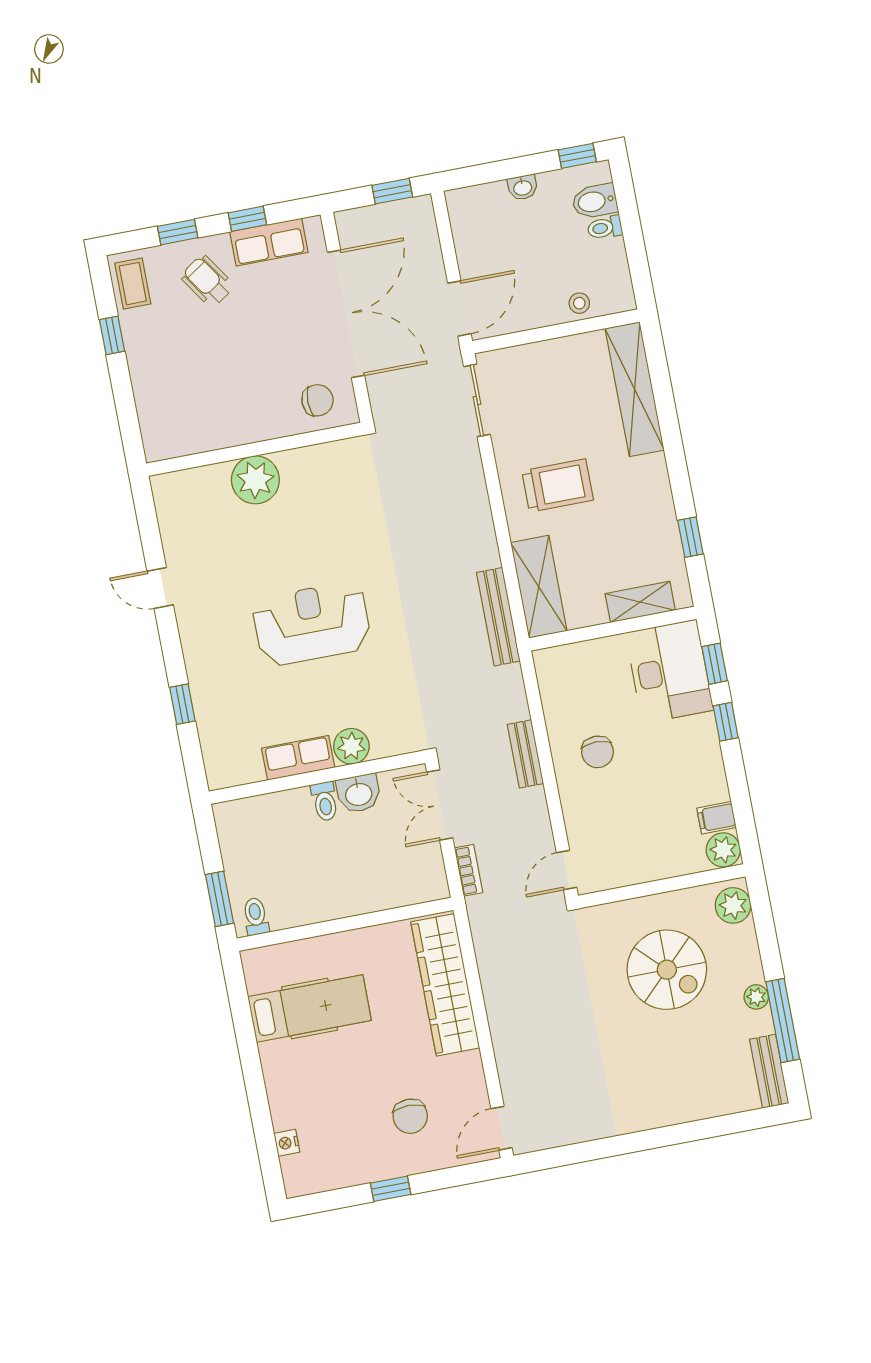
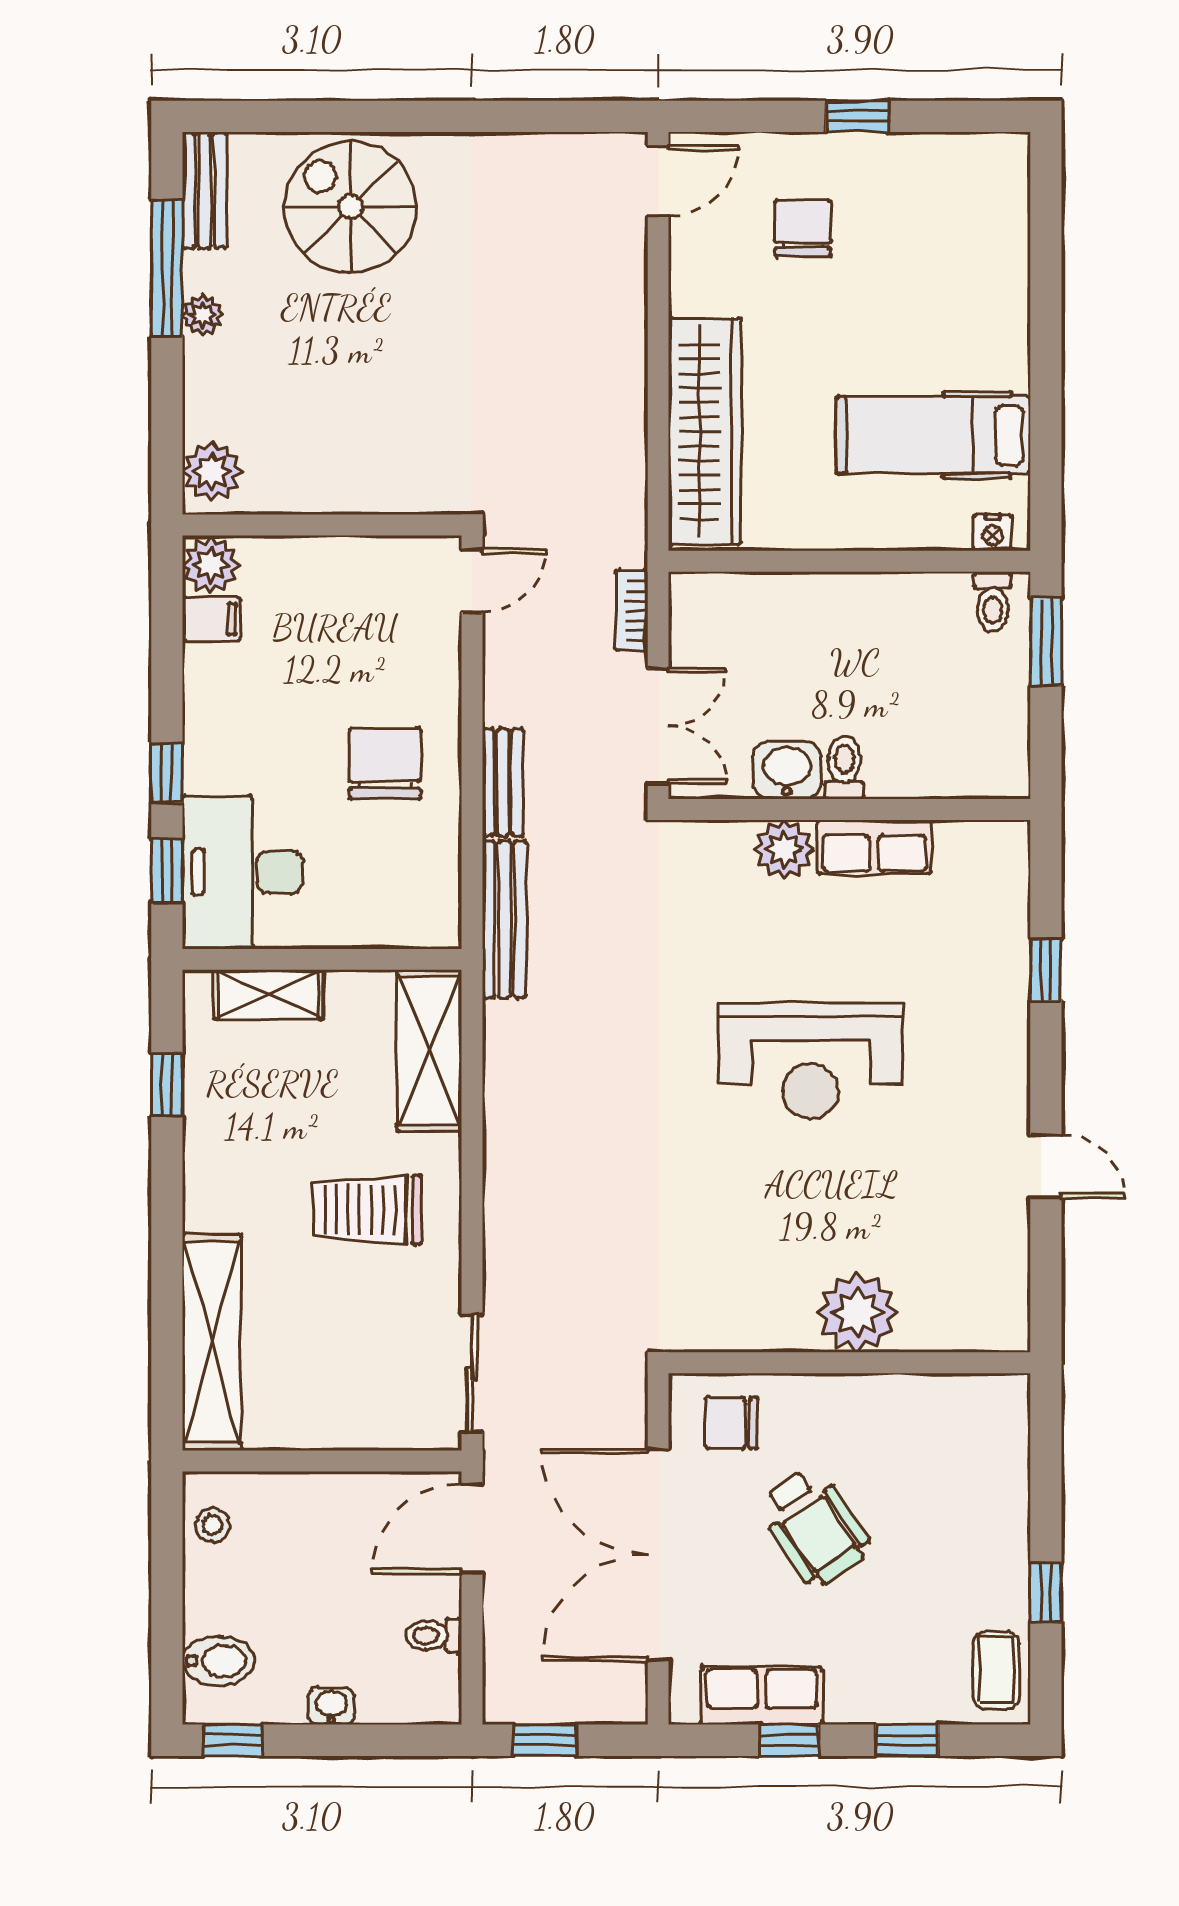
toilet: (605, 228) -> (434, 1636), moved, turned 180
wheelchair: (207, 281) -> (814, 1527), moved, width x1.36, depth x1.37
stool: (579, 303) -> (213, 1525), moved
bench: (498, 617) -> (504, 919), moved
chair: (597, 752) -> (385, 764), width x1.37, depth x1.37
spiral stairs: (667, 970) -> (351, 207), moved
nightstand: (287, 1143) -> (993, 532), moved, turned 90

